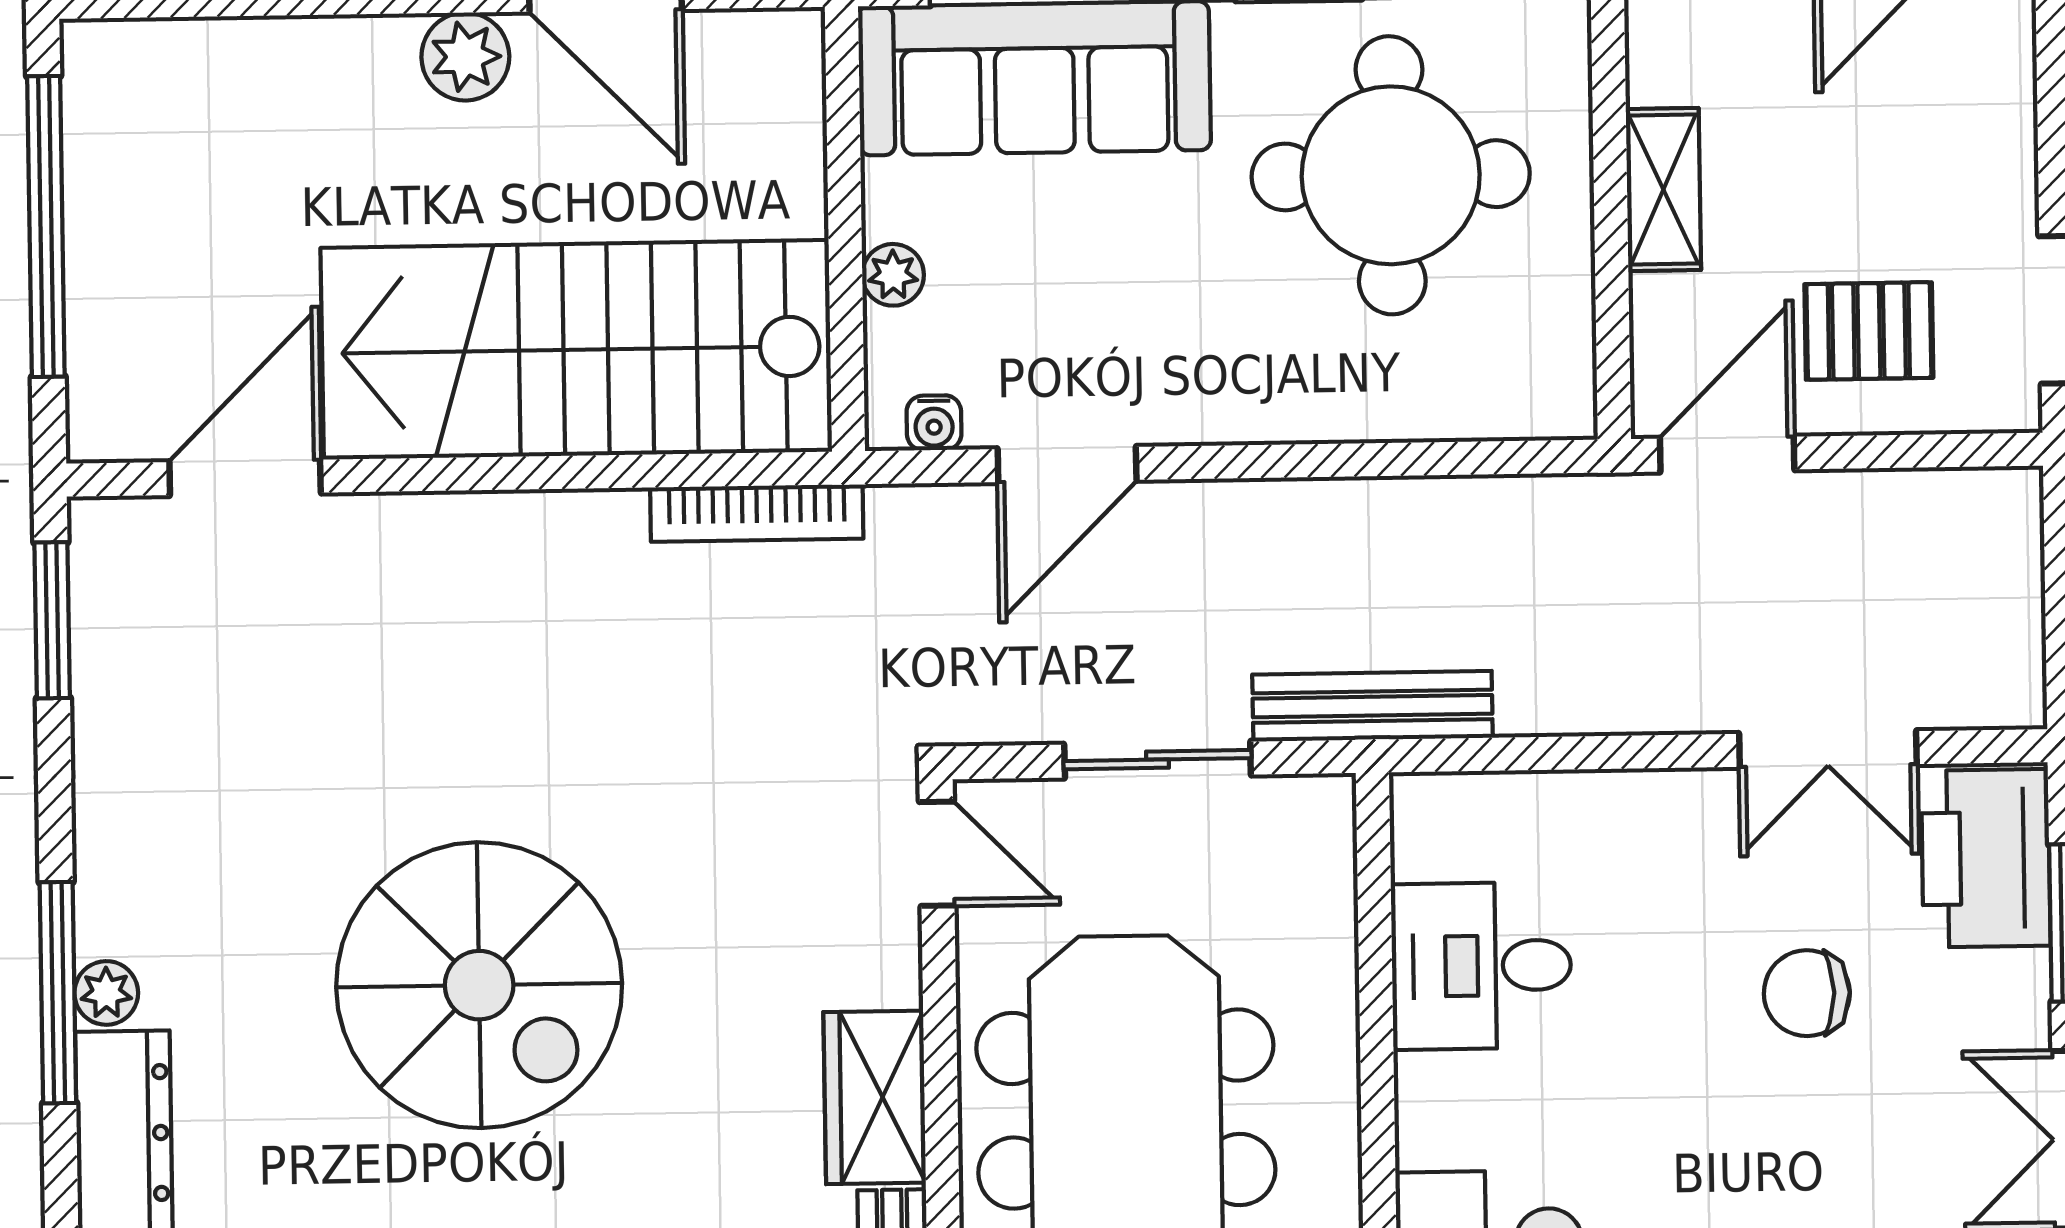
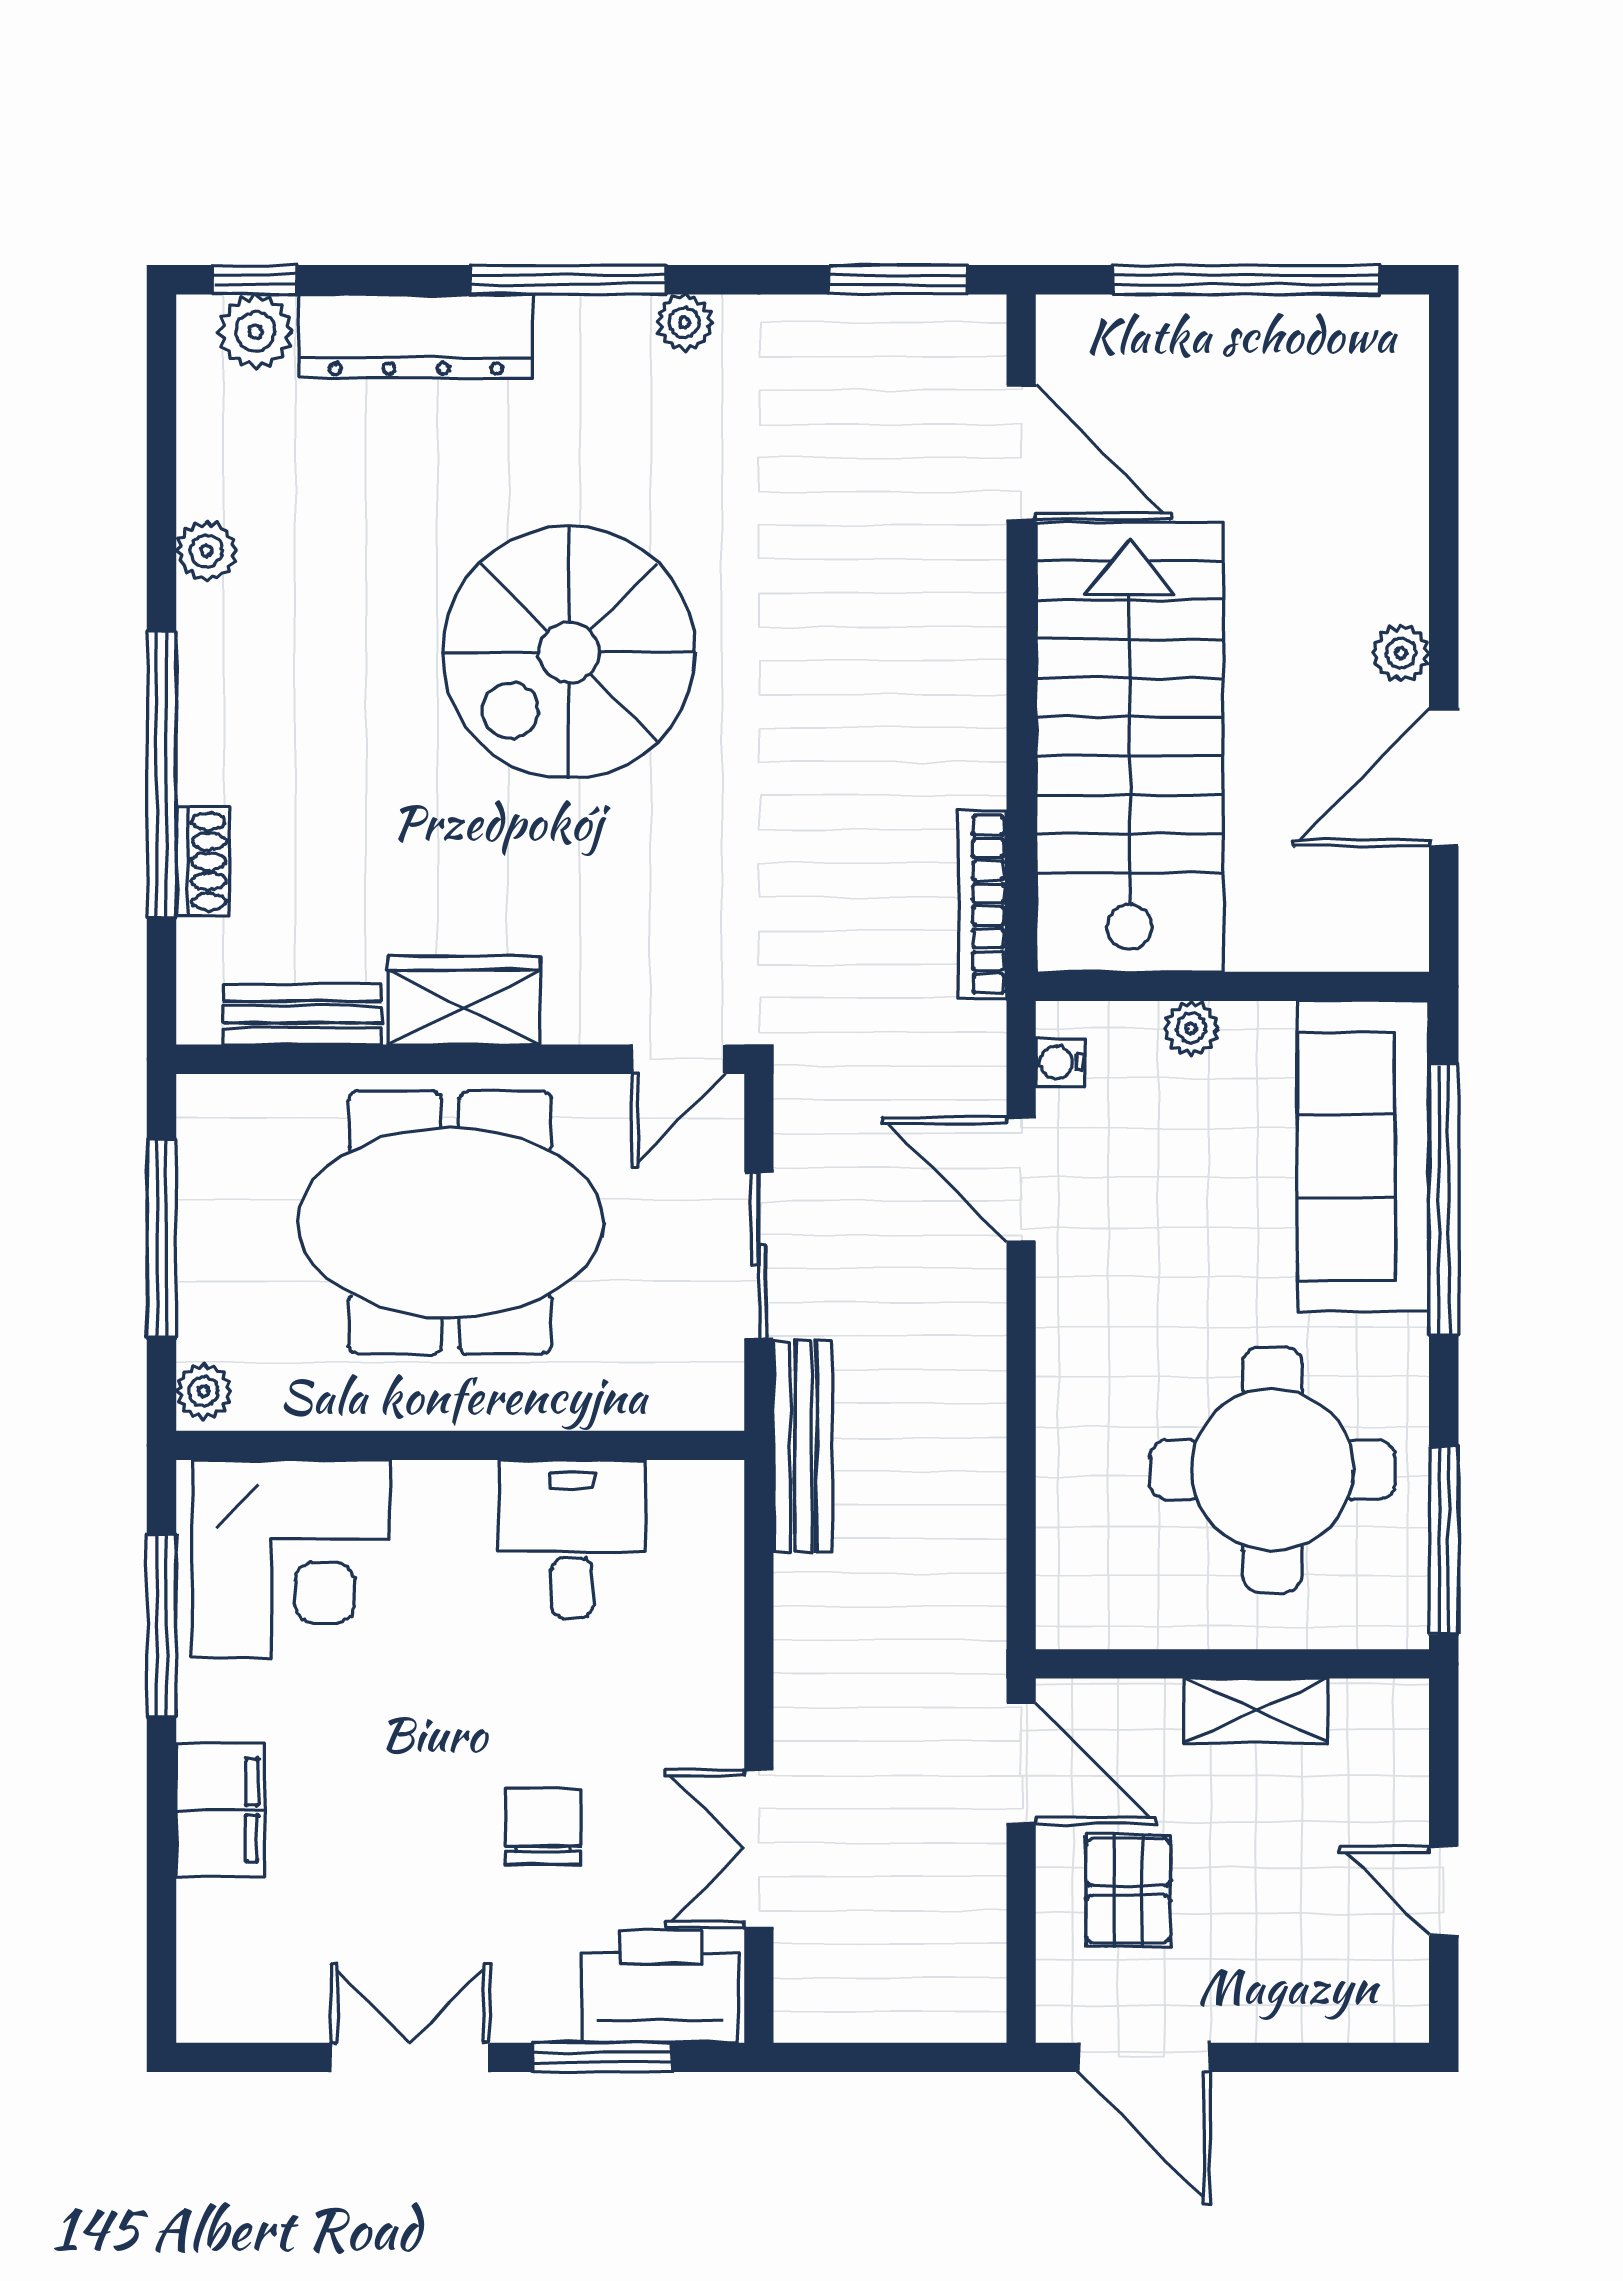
plant: (465, 57) -> (1401, 653), width x0.73, depth x0.73
plant: (106, 993) -> (684, 322), moved

